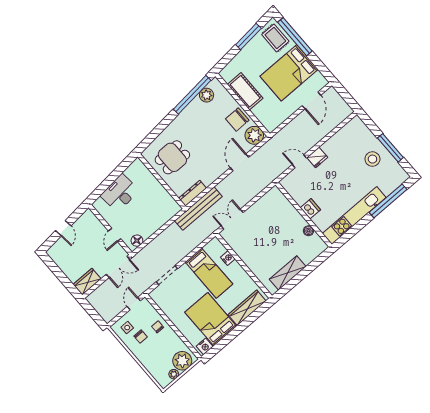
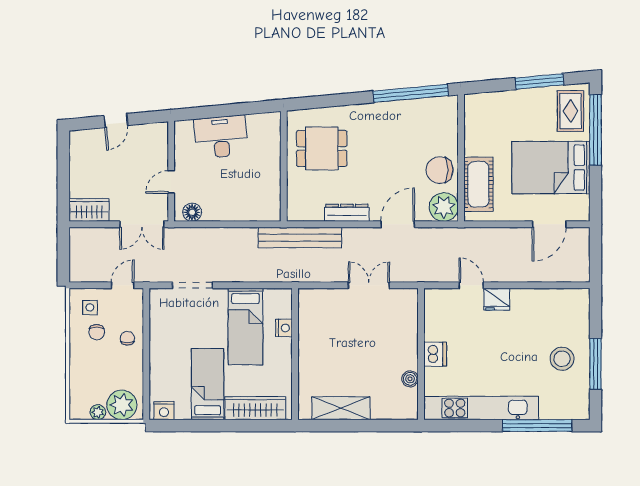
cot: (245, 91) -> (478, 184), moved
plant: (207, 95) -> (428, 109), removed
dresser: (193, 193) -> (347, 213), moved
double door: (232, 219) -> (369, 285), moved
bed: (211, 319) -> (208, 384), width x0.67

